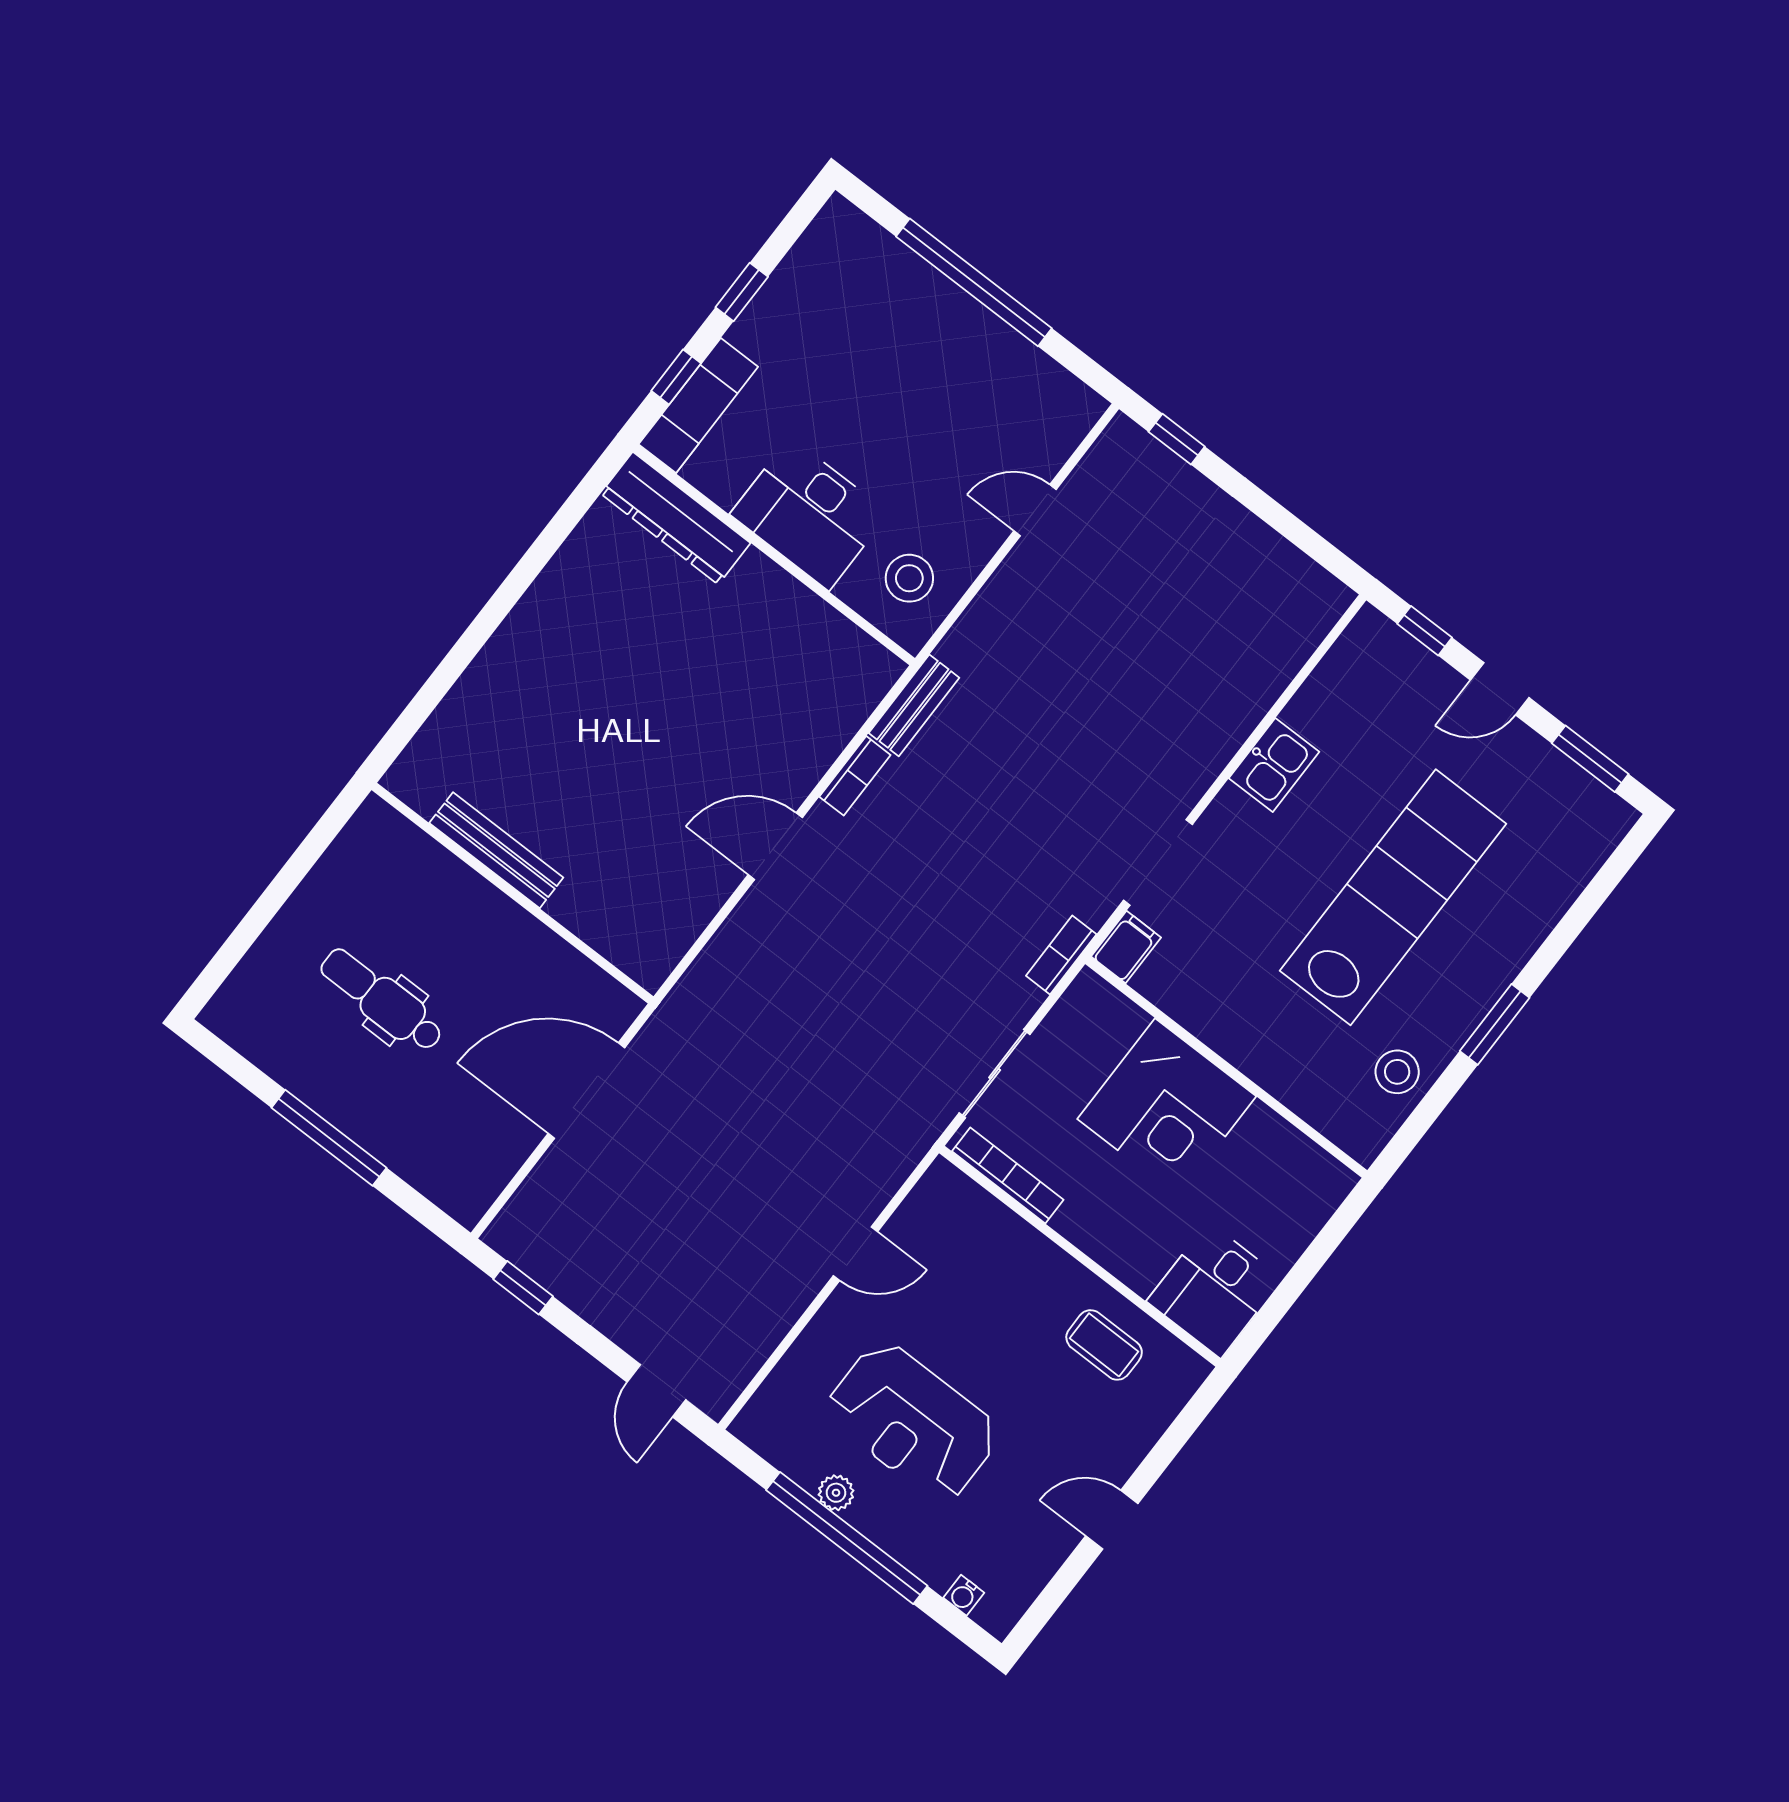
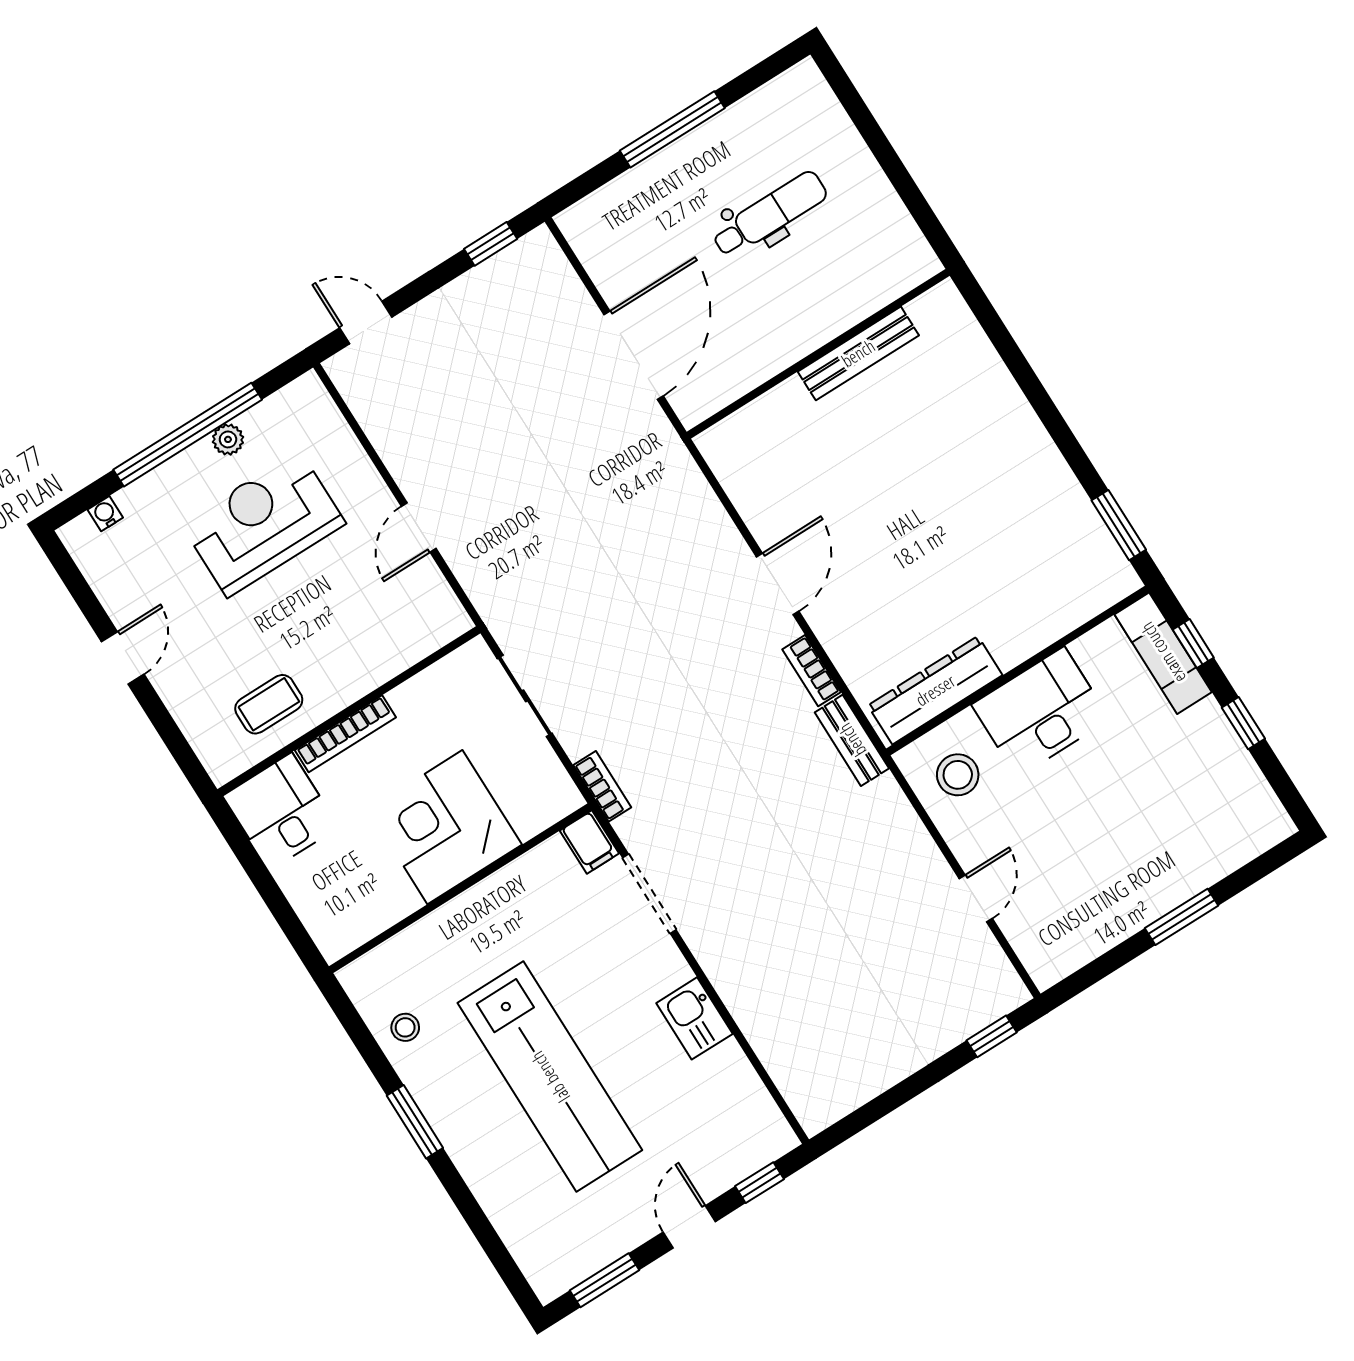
window: (974, 282) -> (1182, 917), width x0.47
window: (578, 504) -> (1119, 525), added
dresser: (676, 518) -> (935, 690), moved
stool: (1397, 1072) -> (405, 1027), width x0.73, depth x0.73
bookcase: (1008, 1176) -> (345, 734), moved

